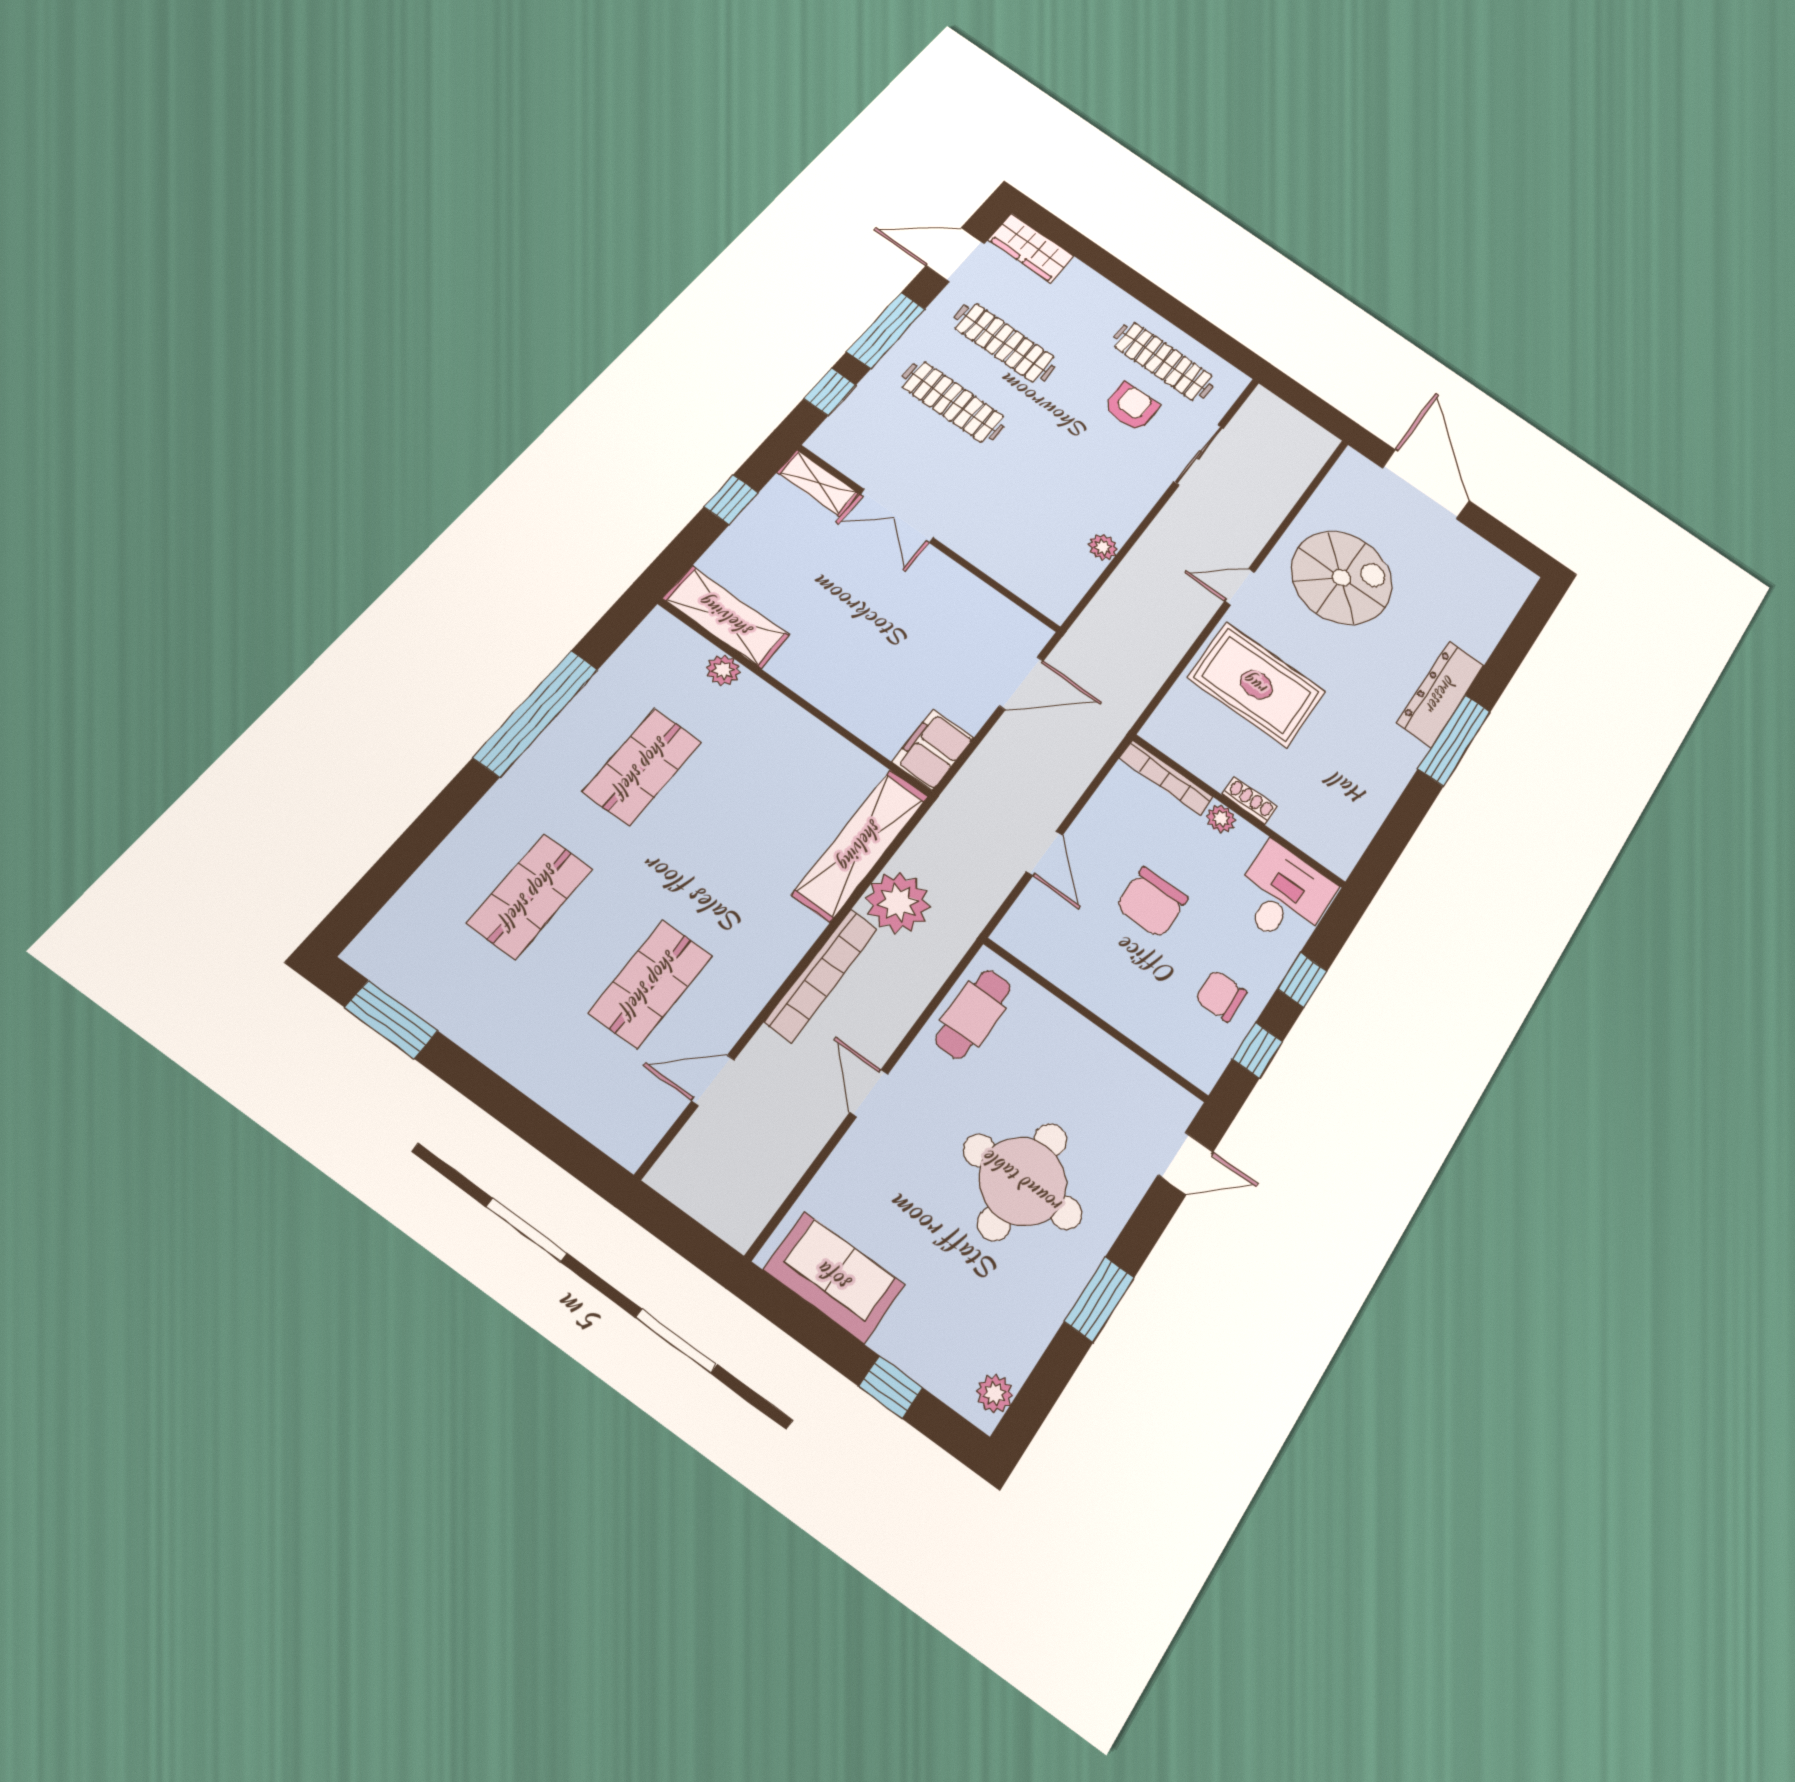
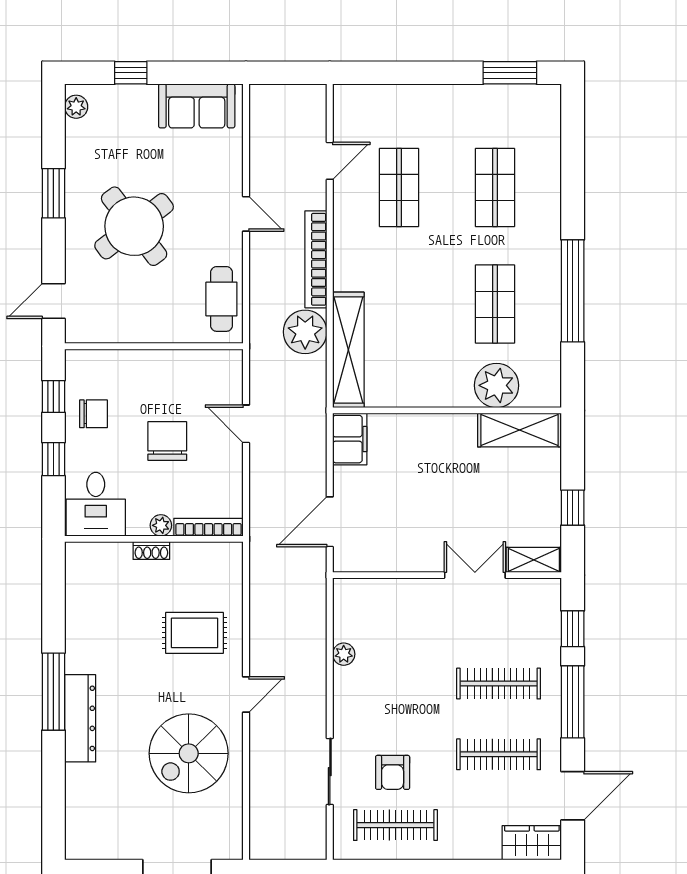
plant: (723, 670) -> (497, 385), width x1.88, depth x1.88
rug: (1256, 685) -> (195, 633), width x0.73, depth x0.70
round table: (1023, 1182) -> (134, 226), turned -37

